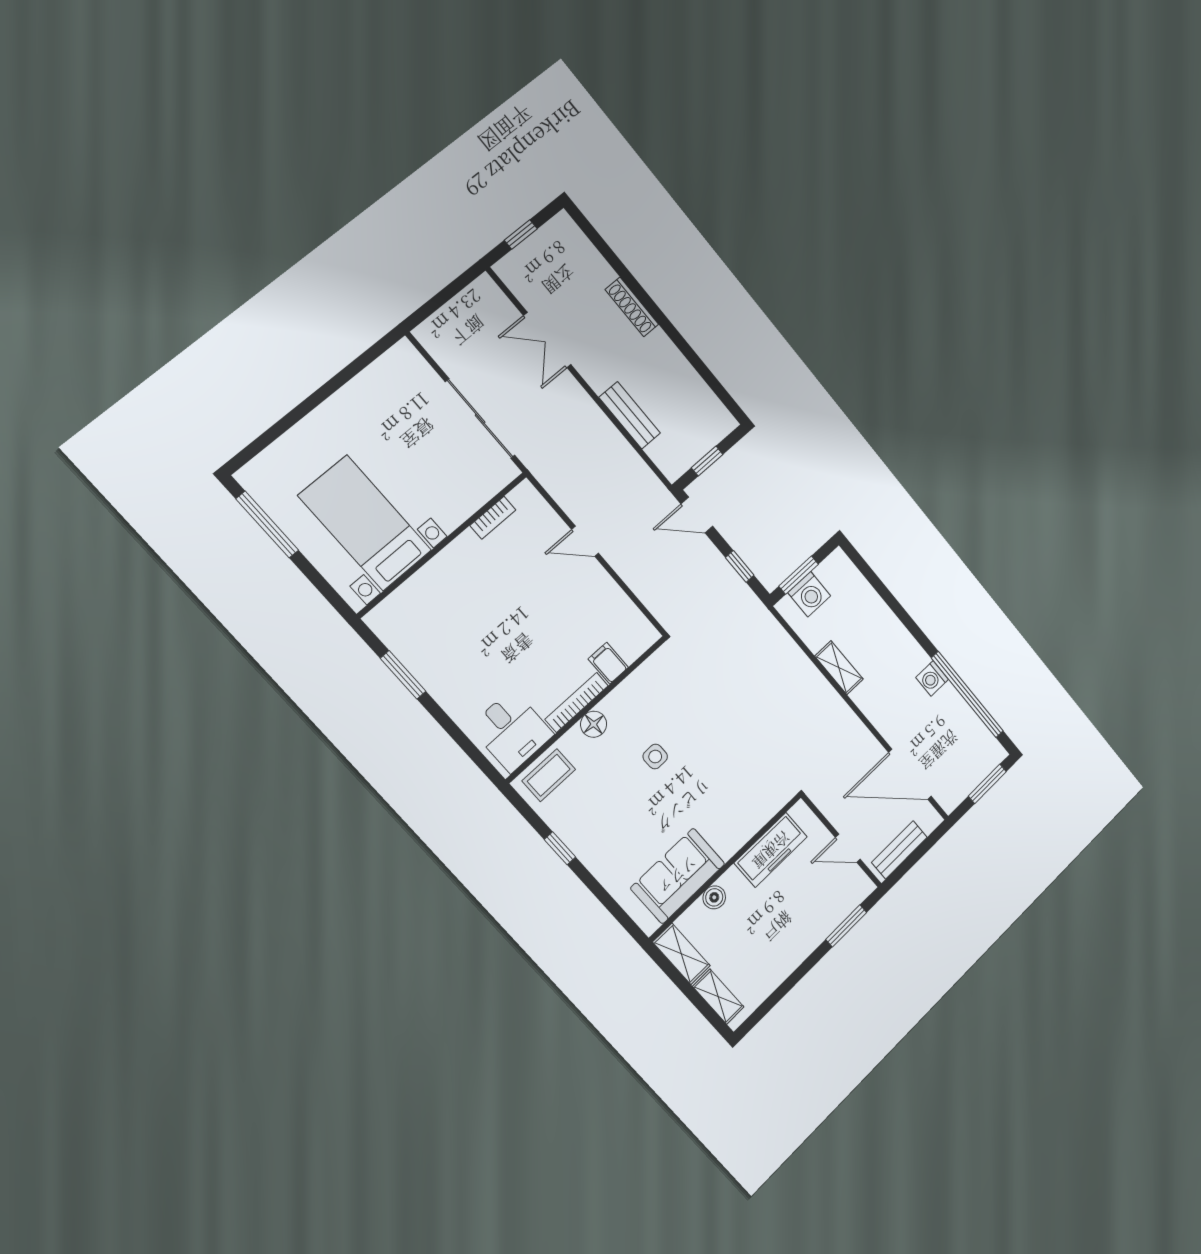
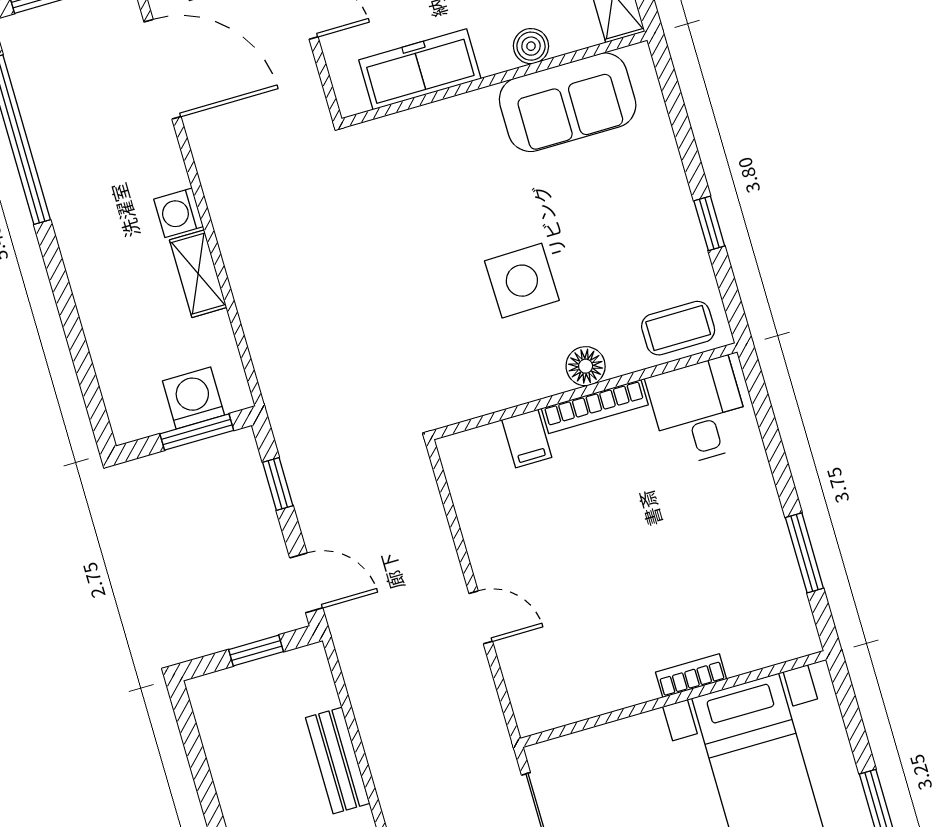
bookcase: (493, 518) -> (691, 676), moved
washing machine: (932, 678) -> (179, 213), moved, turned 180
side table: (655, 757) -> (522, 281), width x1.87, depth x1.87

